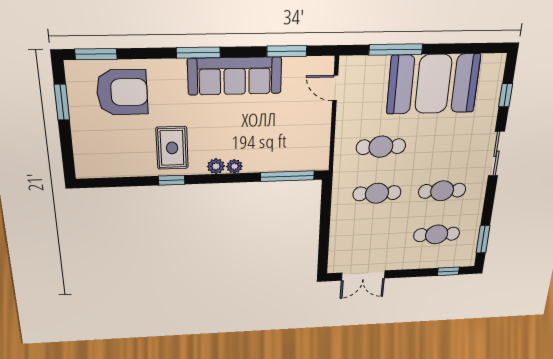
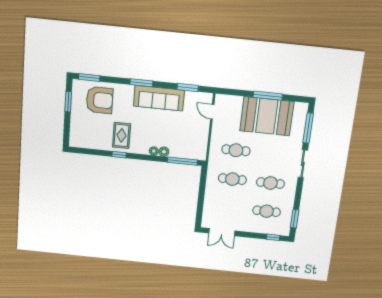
window: (396, 49) -> (268, 96), moved
window: (506, 95) -> (308, 128), width x2.17
plant: (216, 166) -> (164, 152), moved

